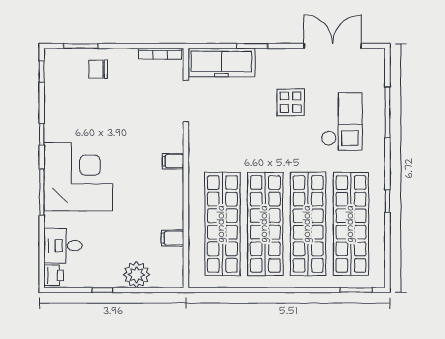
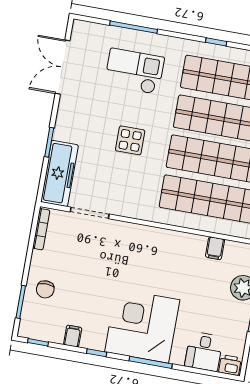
display table: (291, 102) -> (130, 140), moved
filing cabinet: (173, 161) -> (73, 336), moved, turned 180

